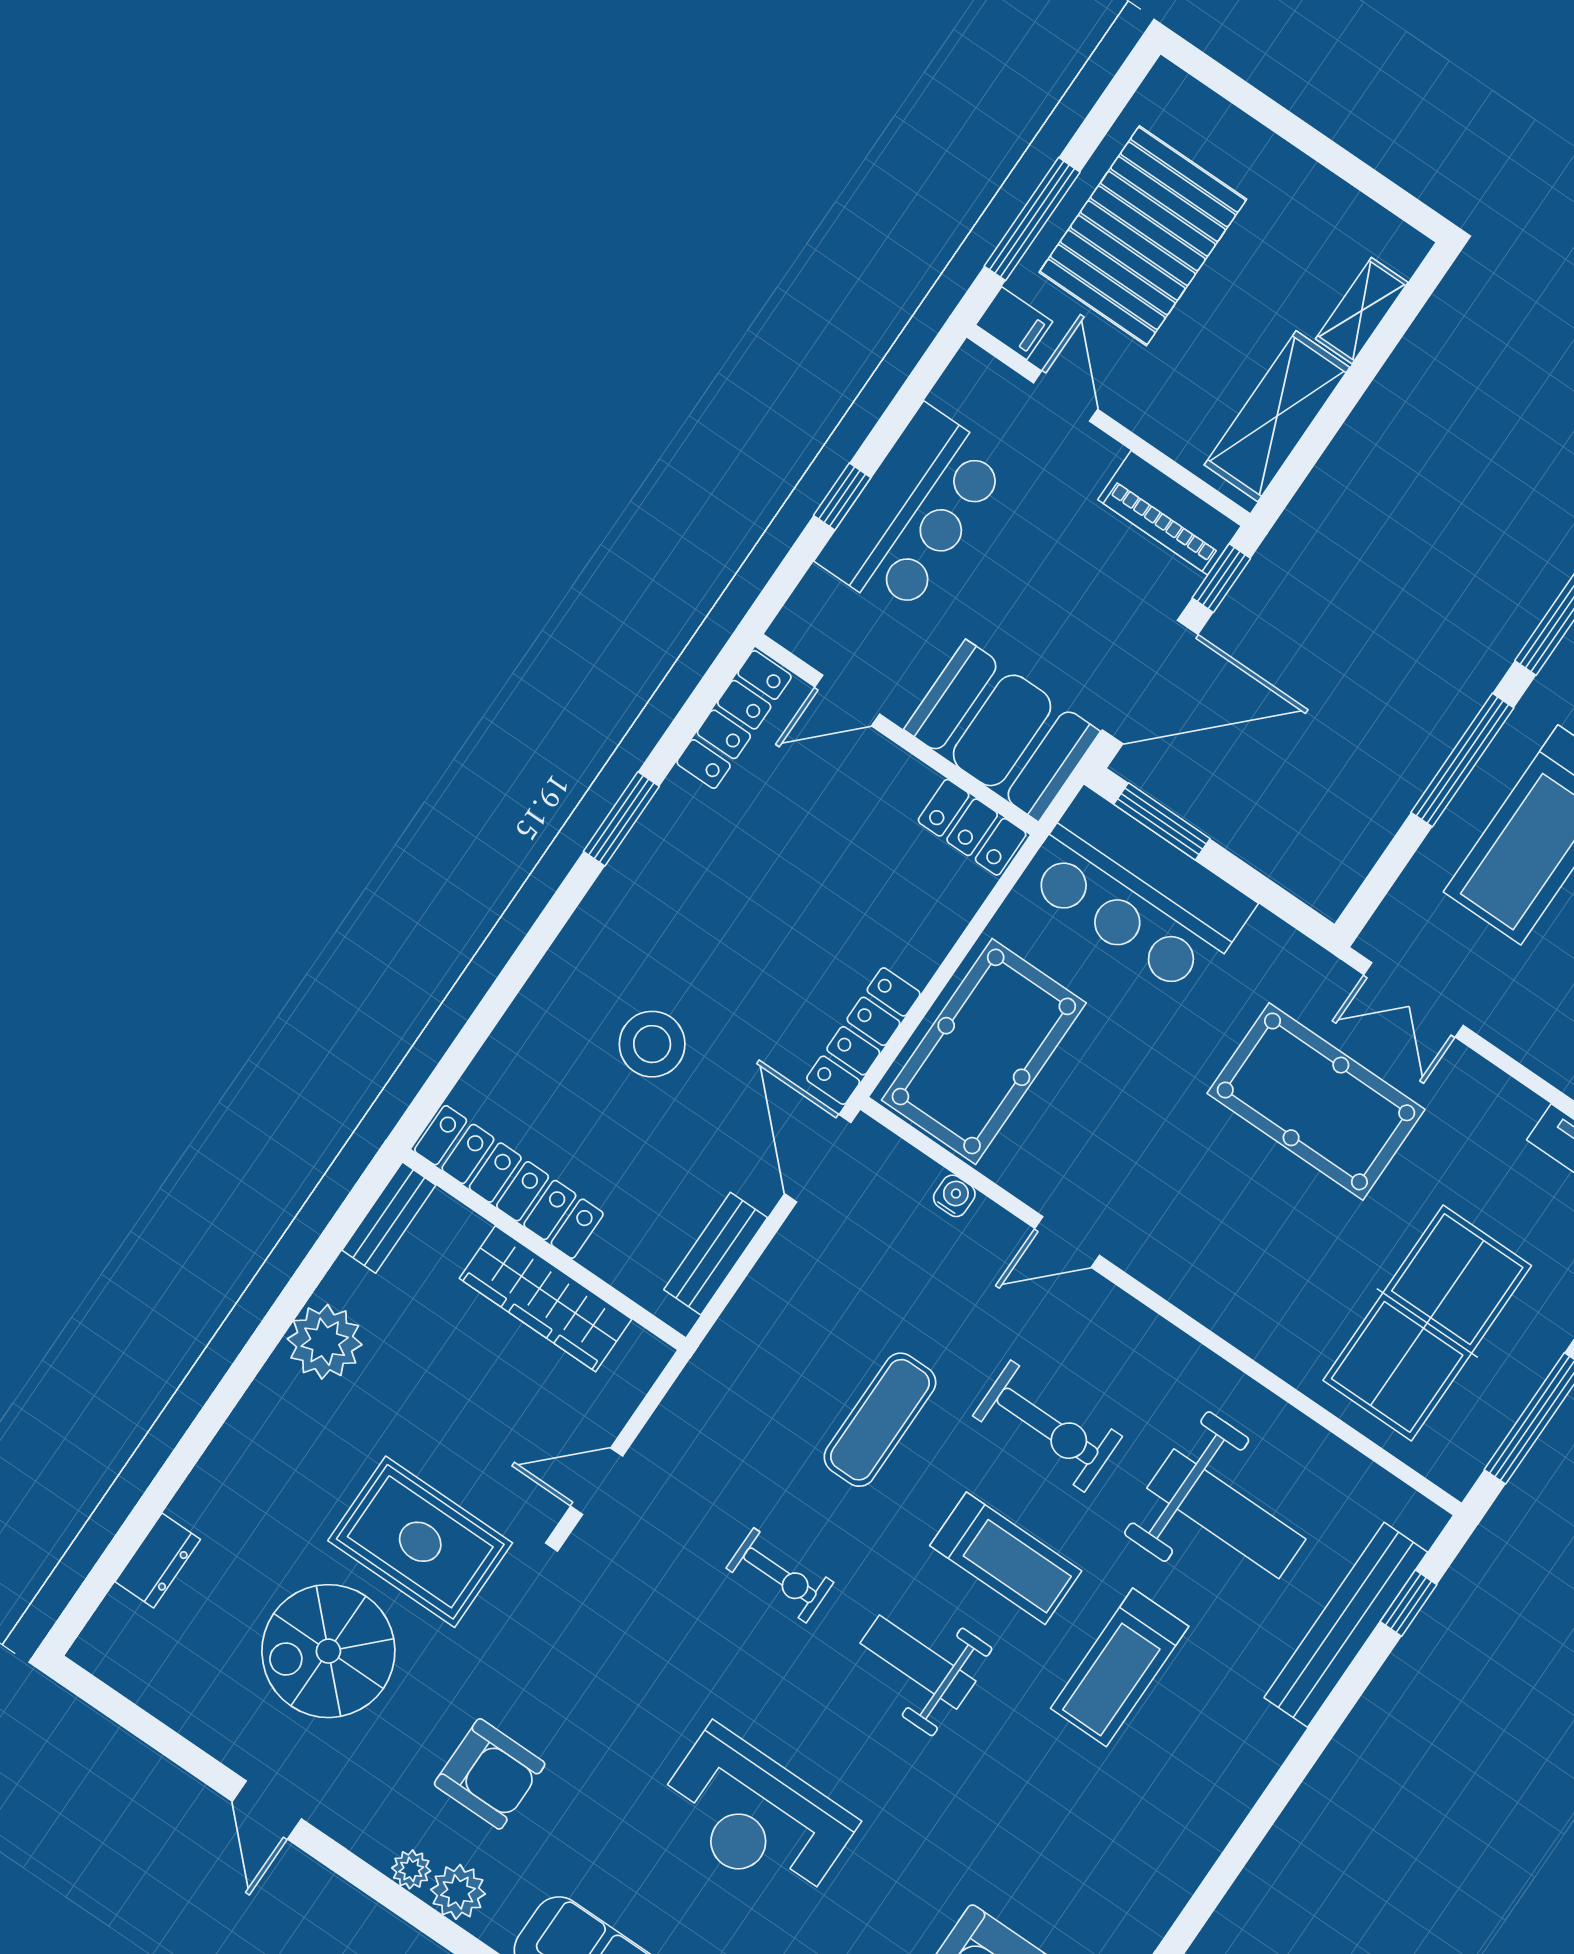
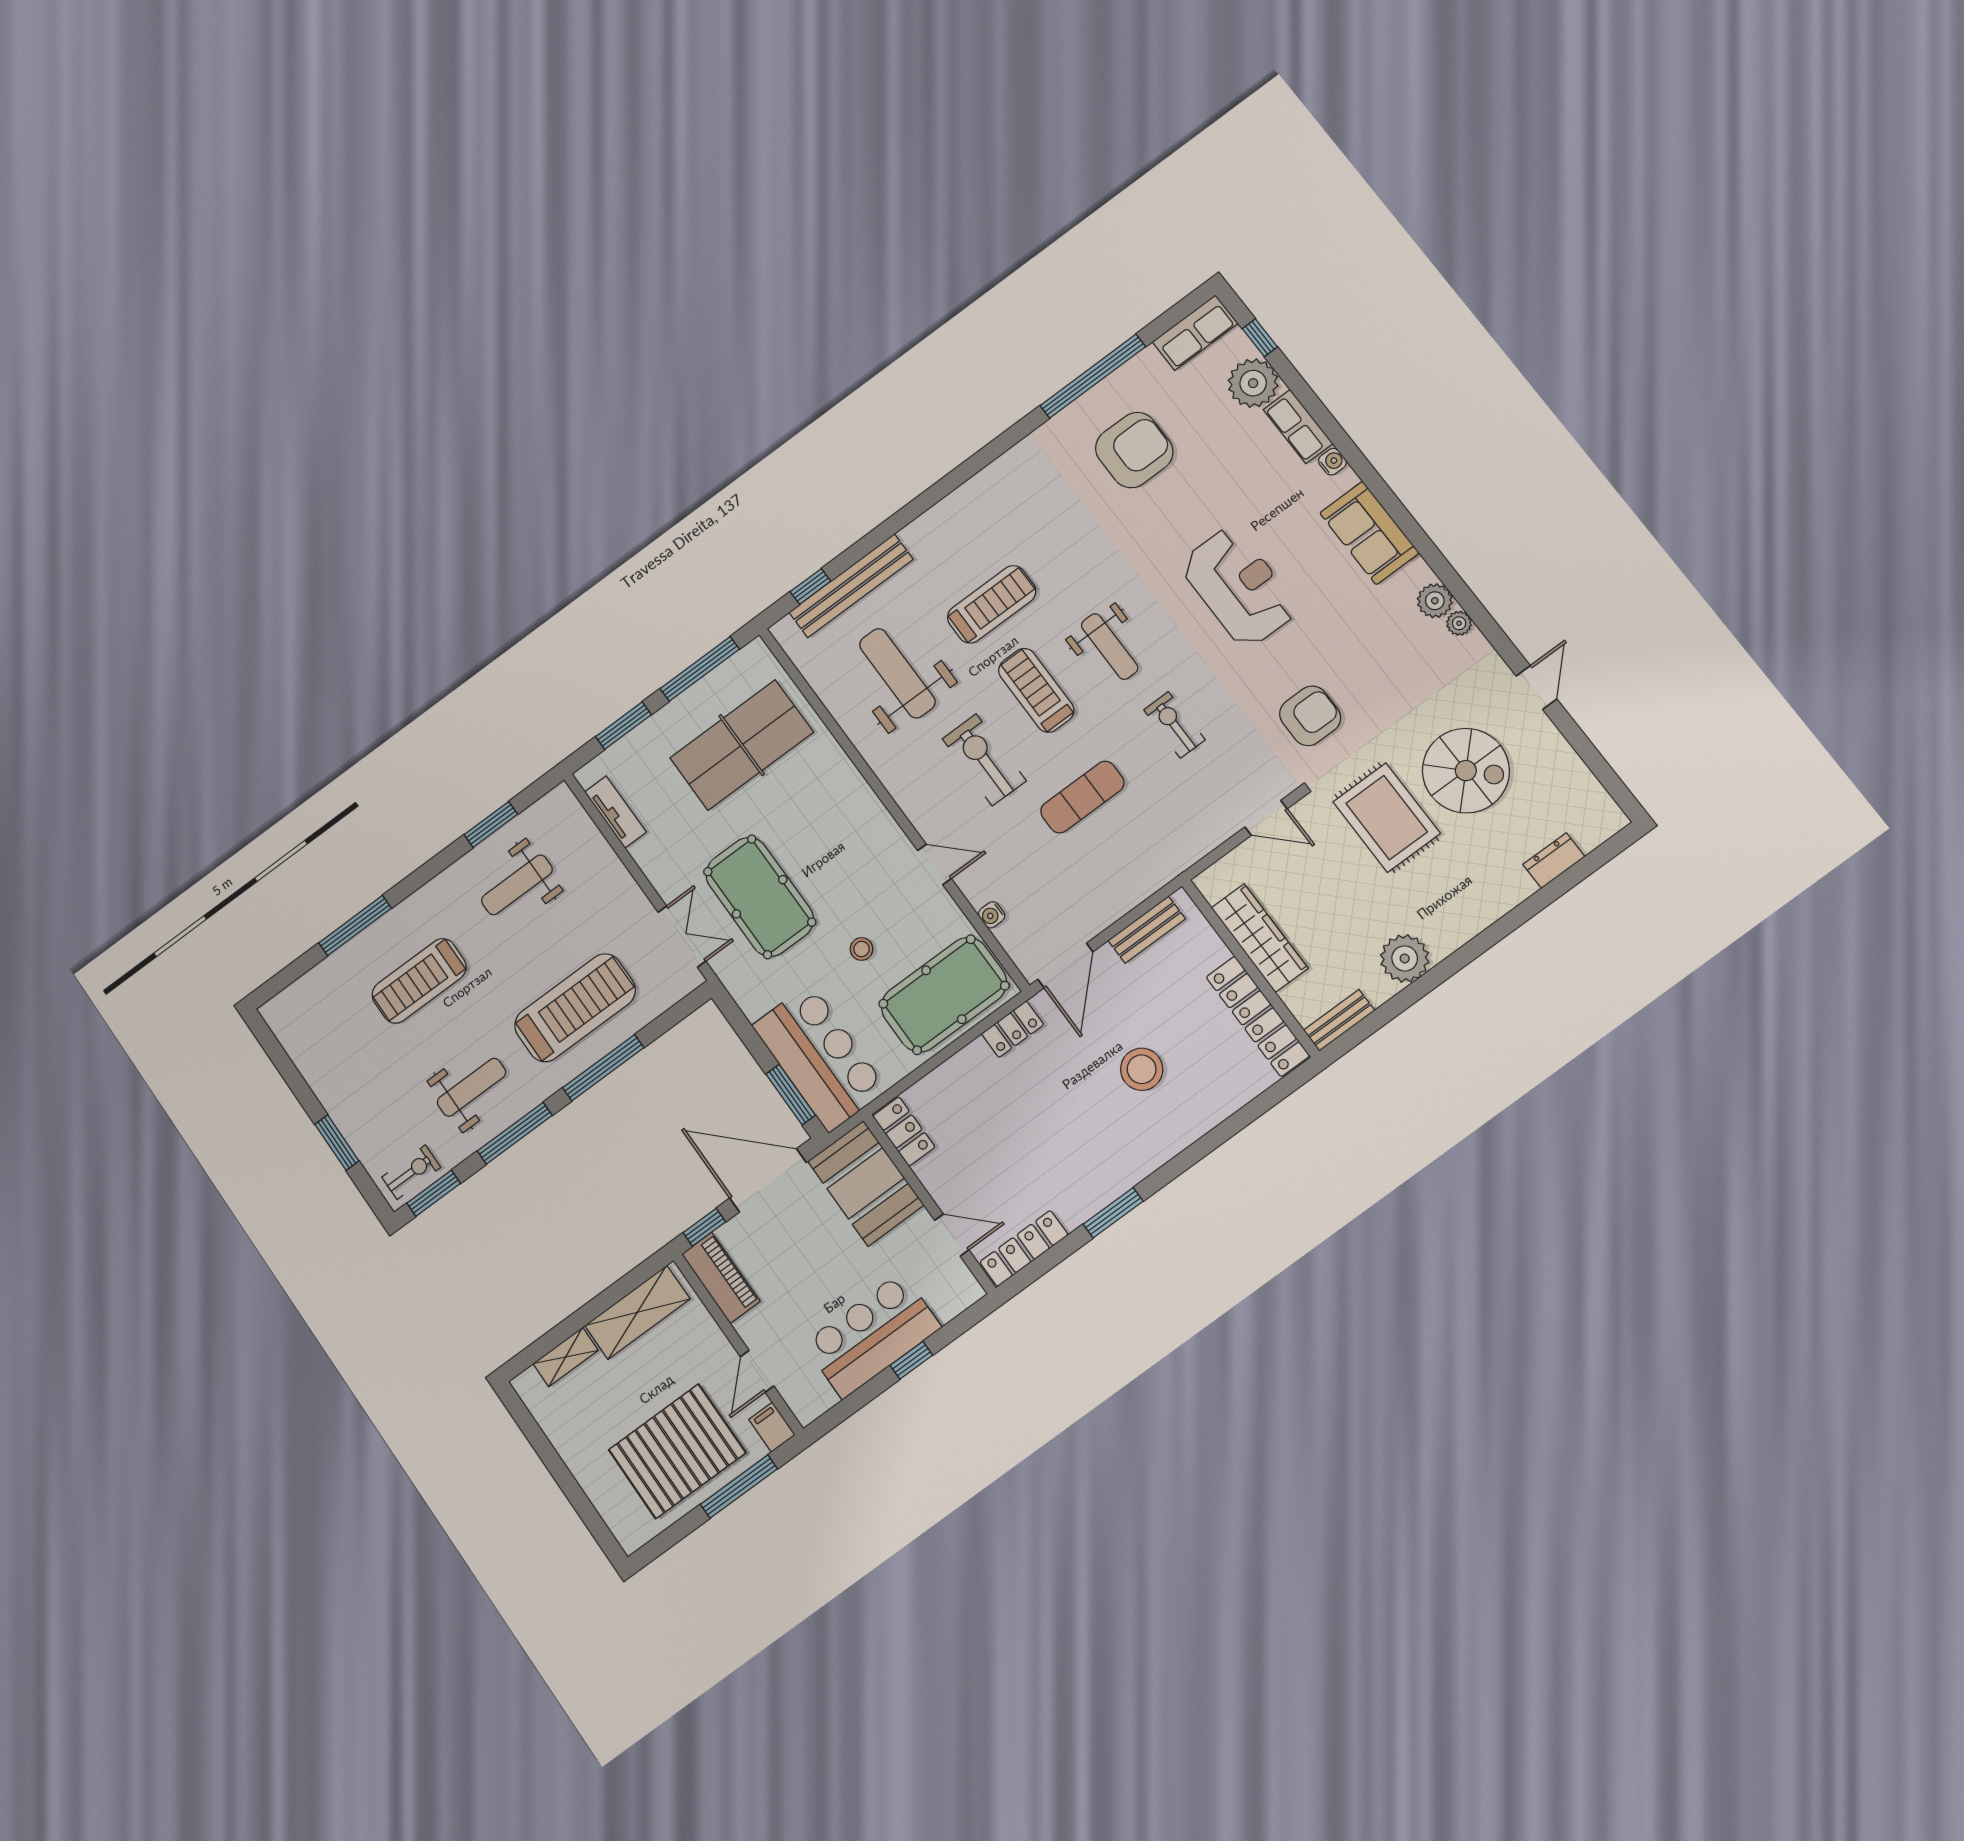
locker: (863, 1036) -> (1013, 1029), width x0.66
stool: (1132, 1077) -> (861, 949), added
armchair: (490, 1774) -> (1310, 716), moved, turned 90

